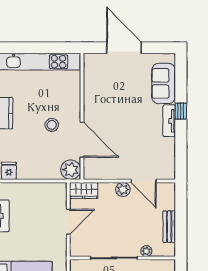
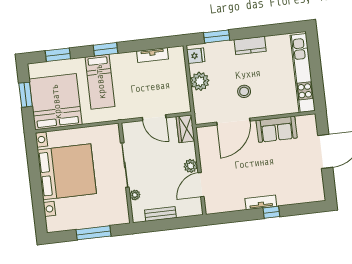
sofa: (164, 83) -> (277, 129), moved, turned 180
plant: (71, 170) -> (200, 81), moved

